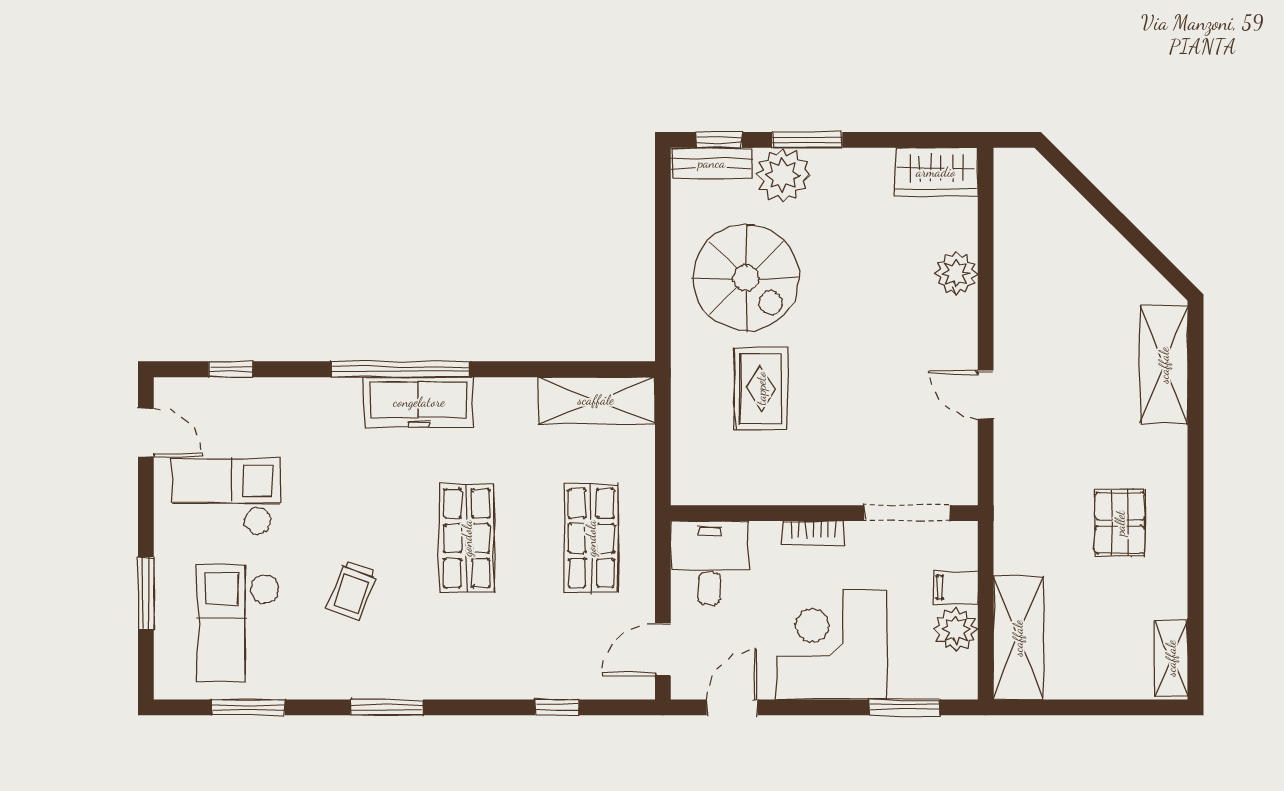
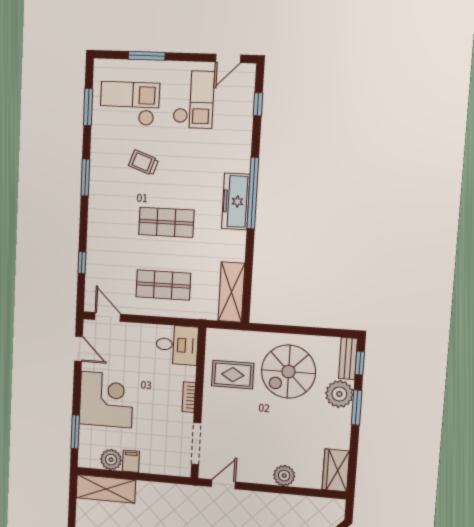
wall: (824, 513) -> (198, 403), moved
doorway: (907, 513) -> (196, 444), moved
bookcase: (813, 533) -> (189, 397), moved
desk: (709, 563) -> (177, 345), moved

